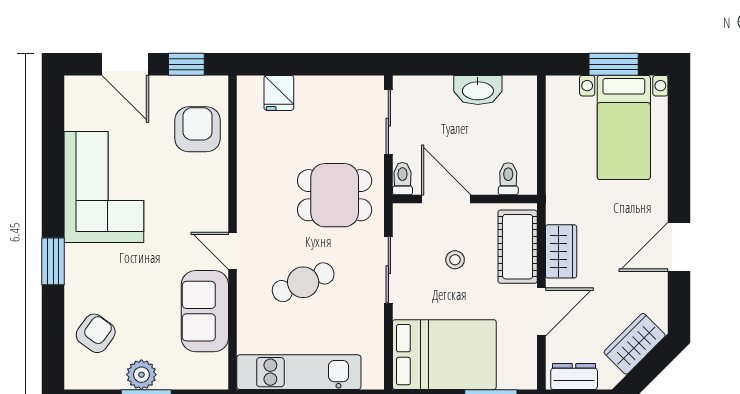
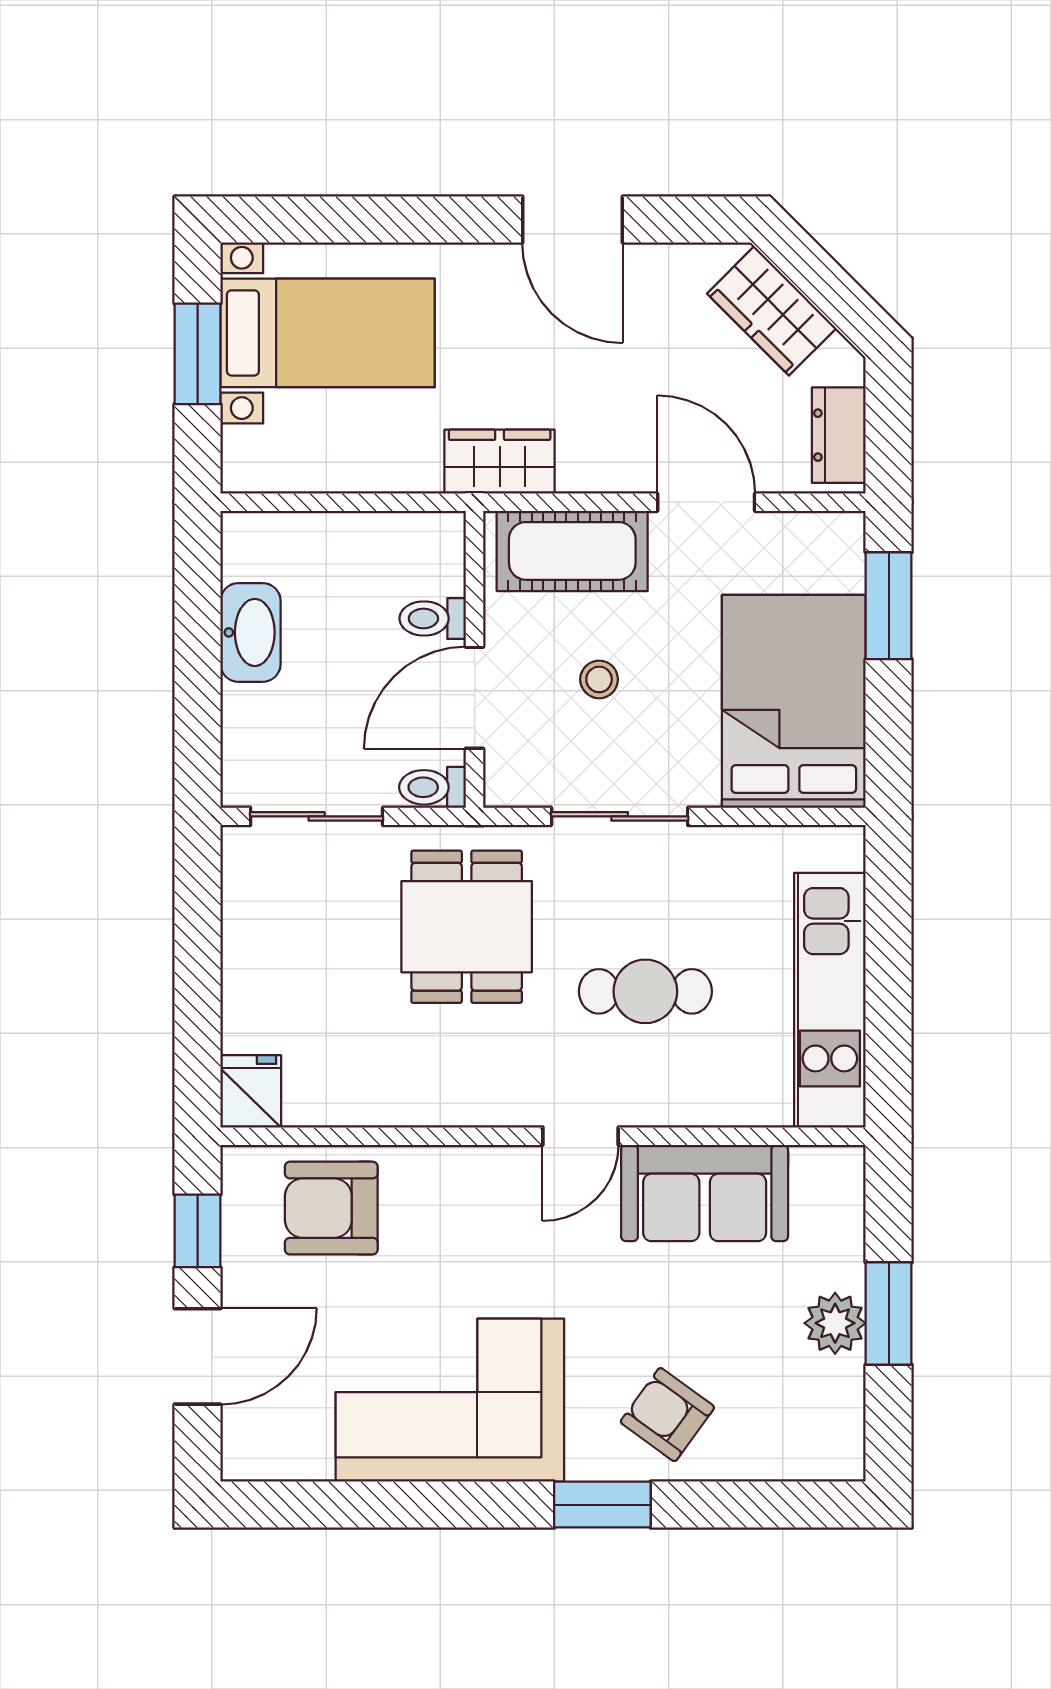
fridge: (279, 93) -> (251, 1091), moved, turned -90
toilet: (508, 179) -> (433, 618), moved
wardrobe: (561, 251) -> (500, 462), moved
cafe table: (303, 282) -> (645, 991), turned -67
armchair: (96, 333) -> (667, 1415), moved

